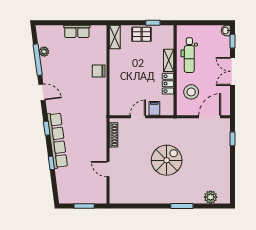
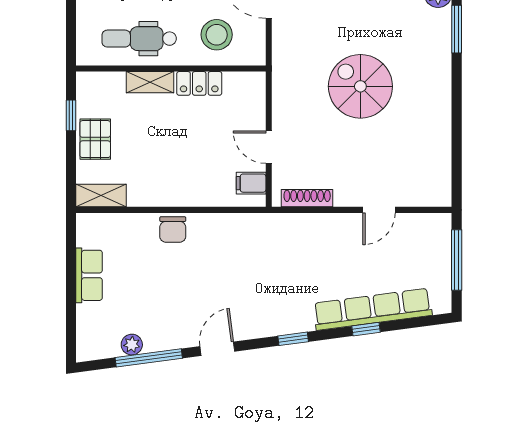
dental chair: (189, 55) -> (139, 39), turned 180
filing cabinet: (154, 108) -> (251, 183), moved
row of seats: (57, 140) -> (373, 309), moved
window: (84, 206) -> (457, 260), width x1.44
window: (182, 206) -> (457, 29), moved

